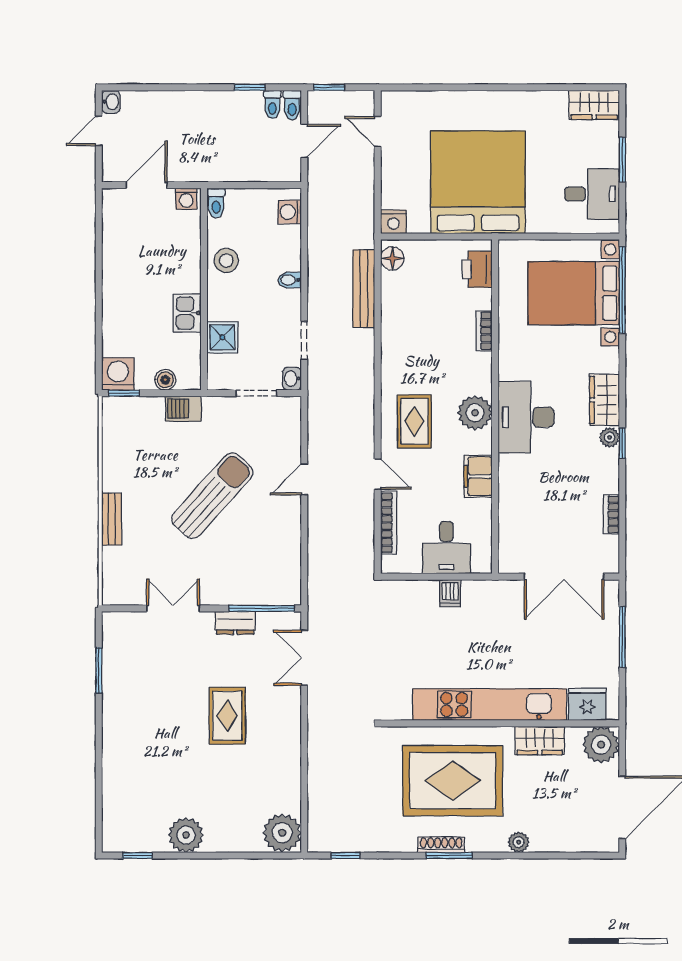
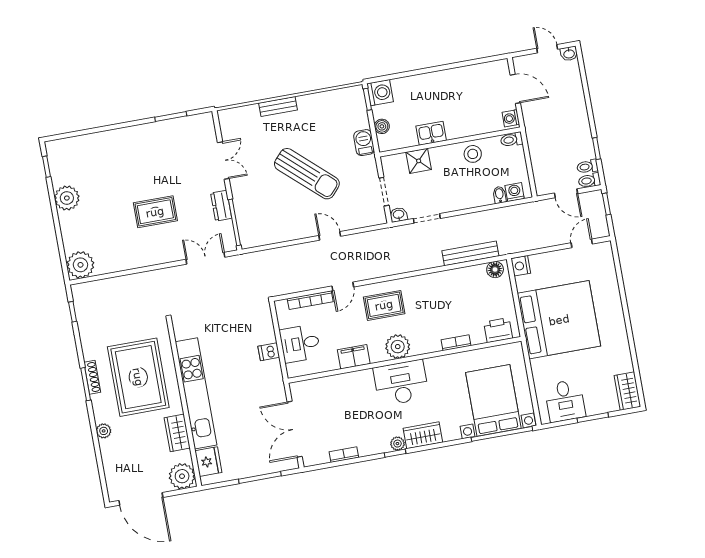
bidet: (290, 280) -> (500, 195), moved

